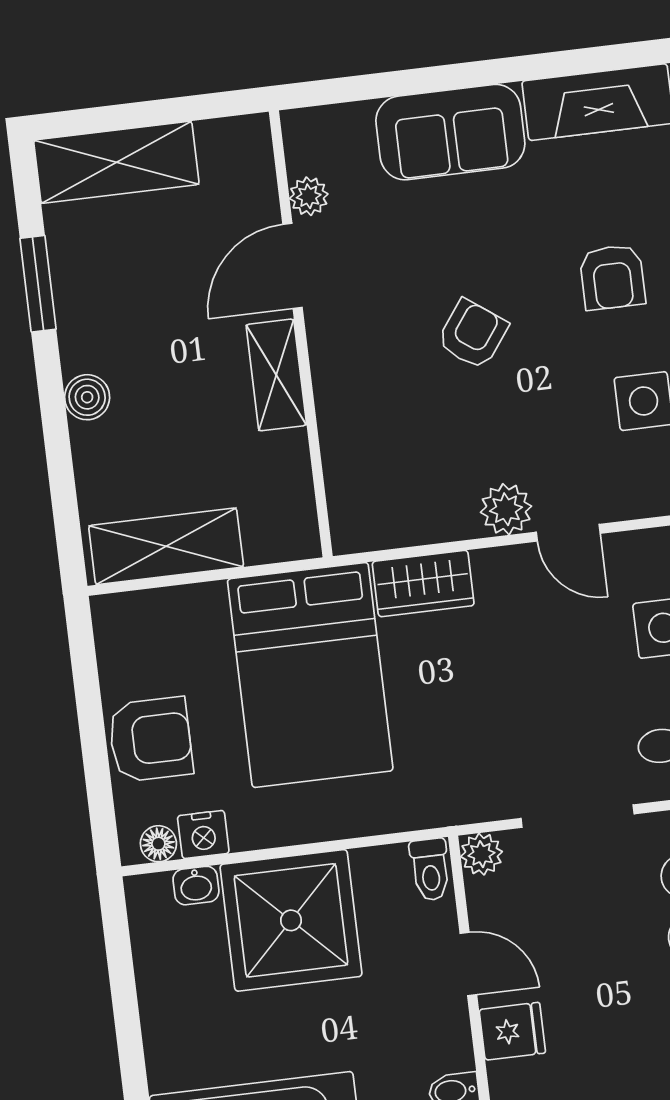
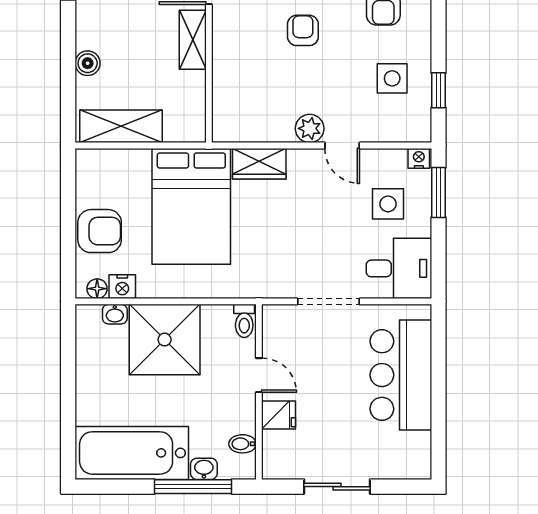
armchair: (473, 334) -> (303, 30), turned -36
boiler: (87, 397) -> (88, 63), moved
plant: (481, 854) -> (273, 316), removed

